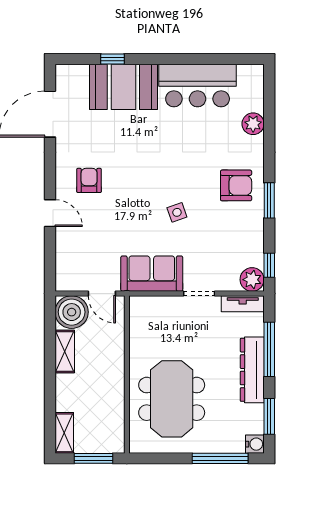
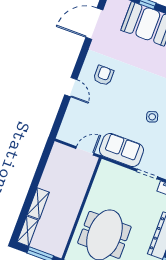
door: (102, 294) -> (85, 151), swing flipped
boiler: (72, 312) -> (61, 156), removed
shelving: (65, 352) -> (38, 203), moved

